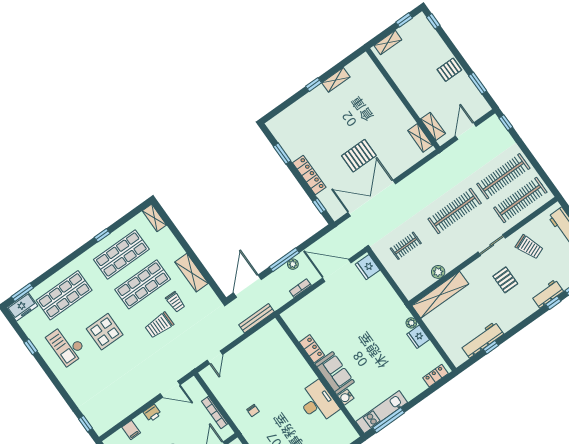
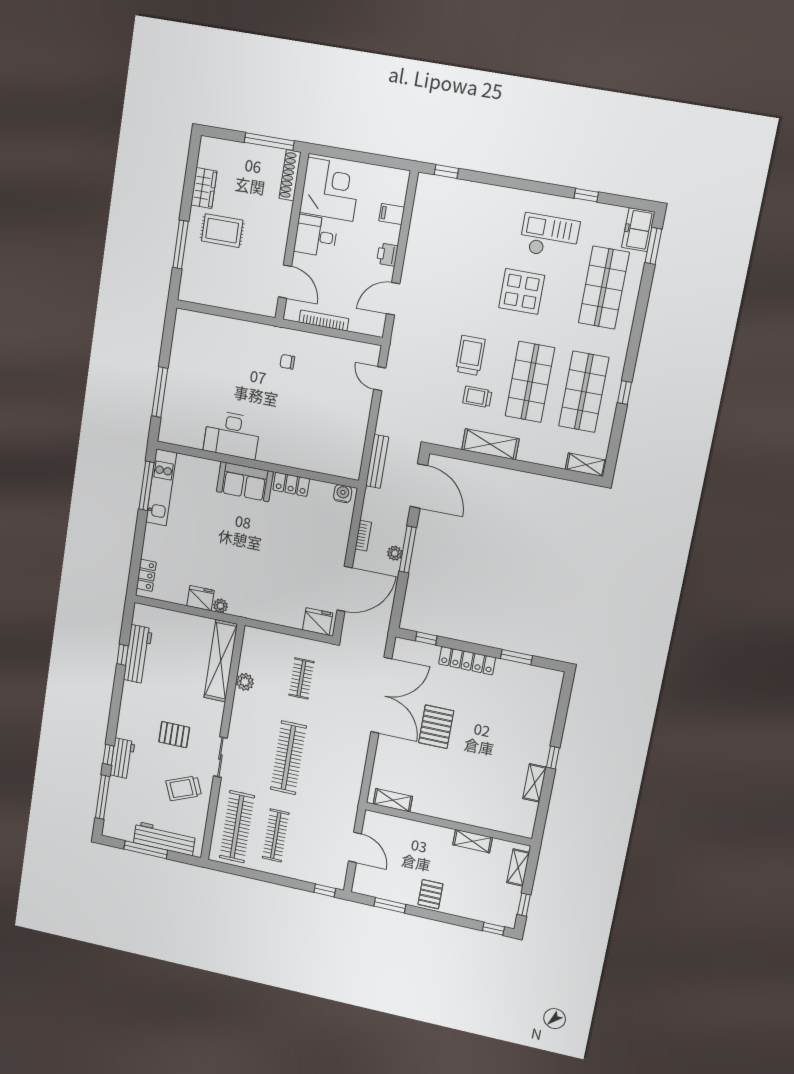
shelving: (433, 126) -> (473, 841), moved
clothes rail: (503, 176) -> (276, 835), width x0.73, depth x0.76
water cooler: (346, 397) -> (343, 494), moved

